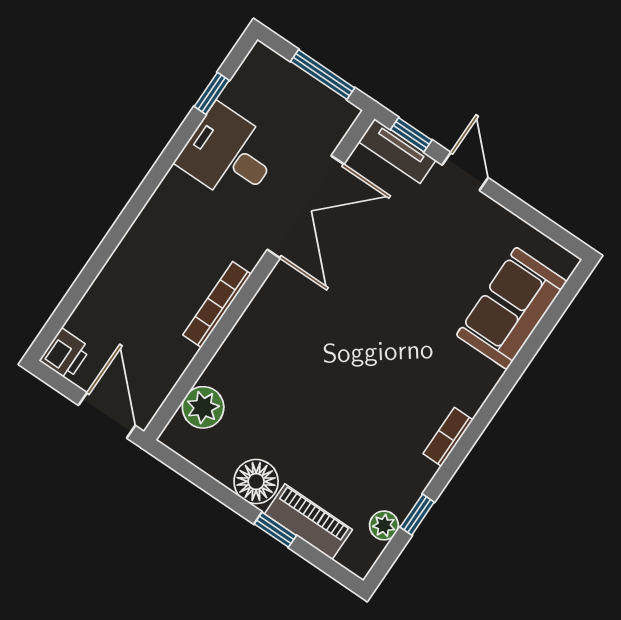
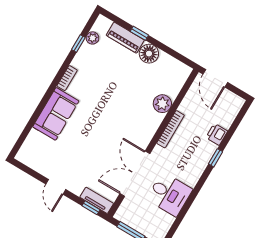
window: (212, 93) -> (215, 158), moved
door: (465, 171) -> (56, 187), moved
sofa: (511, 308) -> (56, 114), moved
printer: (65, 354) -> (217, 134), moved
plant: (203, 407) -> (162, 104), moved

